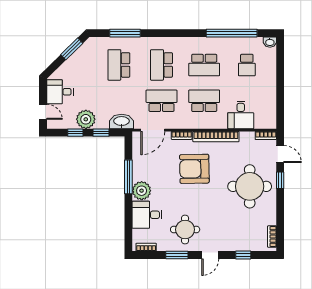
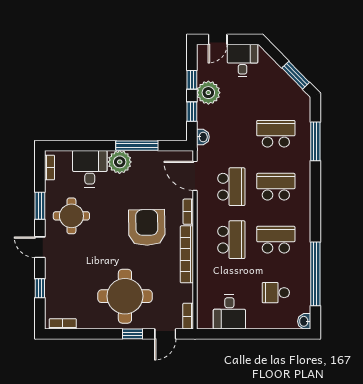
school desk: (204, 65) -> (276, 240), turned 90
desk: (241, 115) -> (229, 312), moved, turned -90
washbasin: (122, 121) -> (203, 137), width x0.52, depth x0.69

